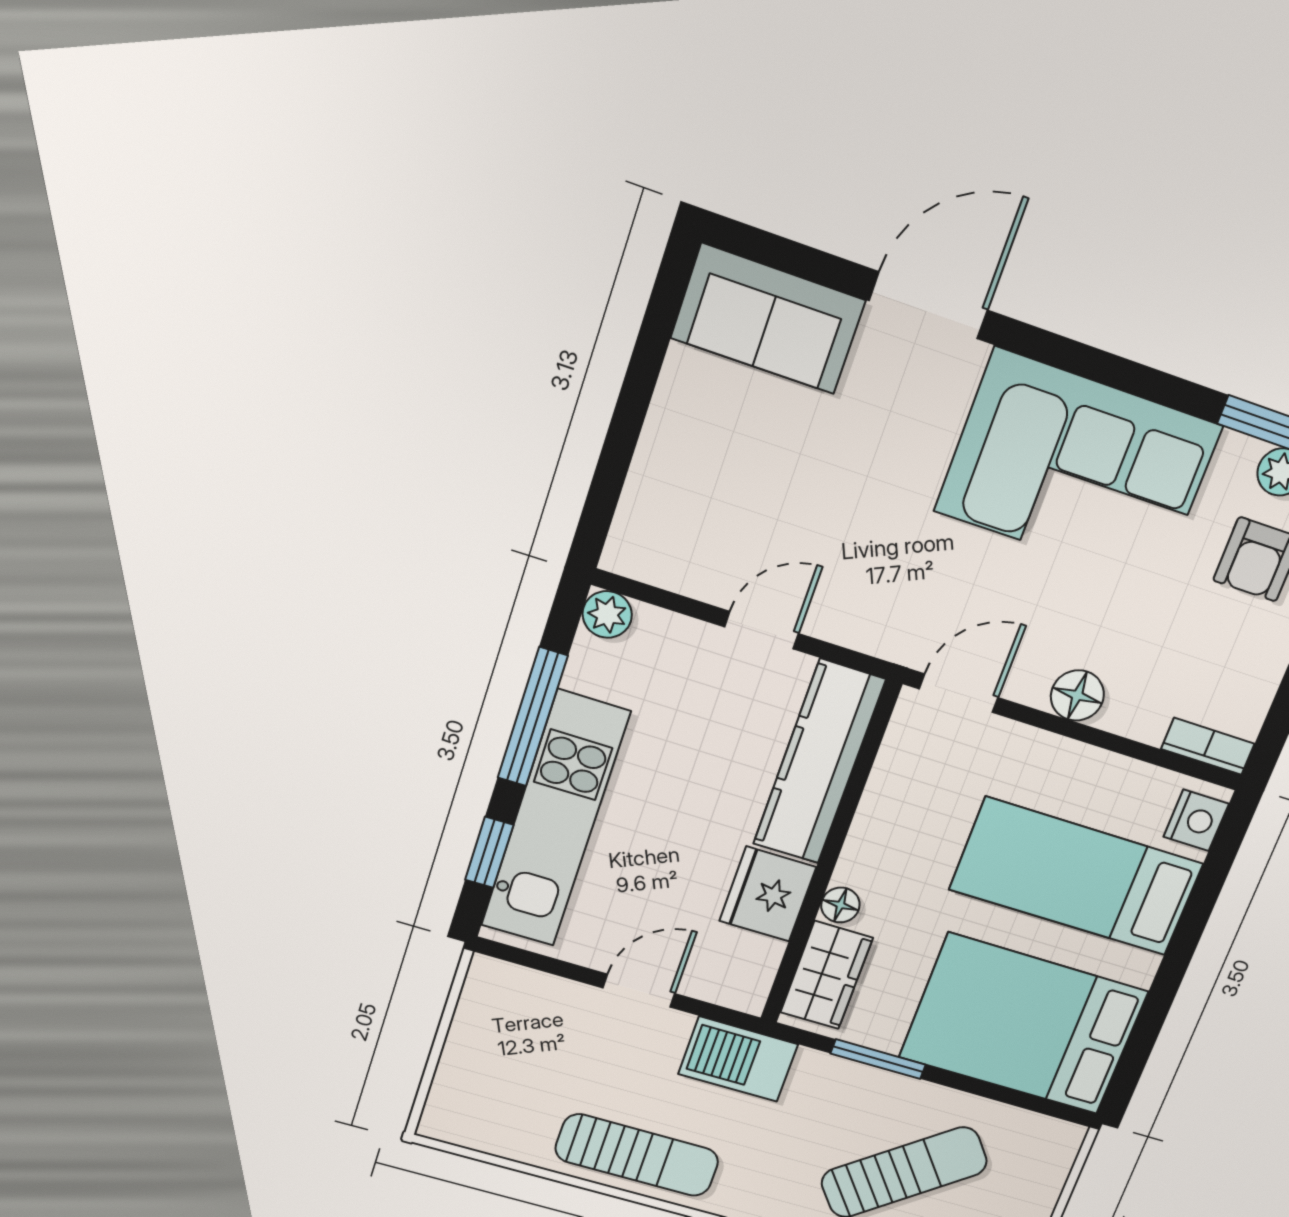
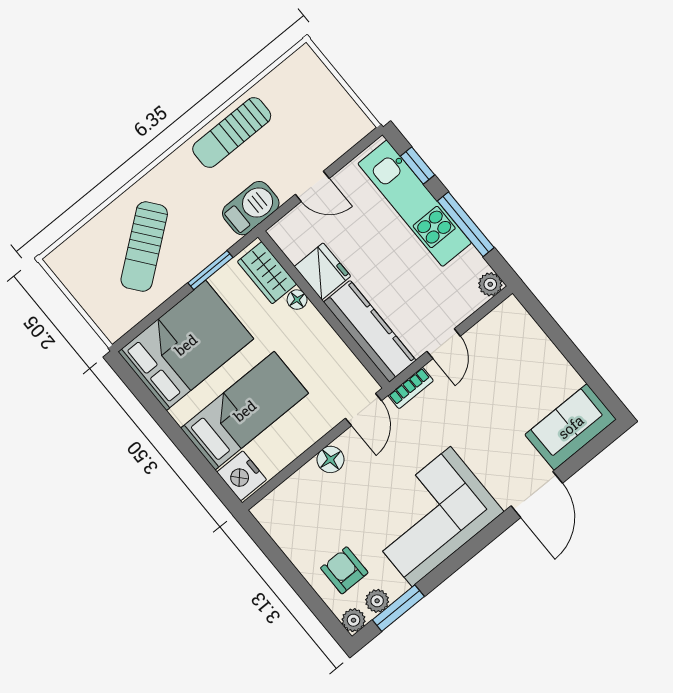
bookcase: (1208, 746) -> (411, 388), moved
nightstand: (1196, 820) -> (242, 476), width x1.36, depth x1.33
door: (639, 991) -> (312, 186), hinge flipped

